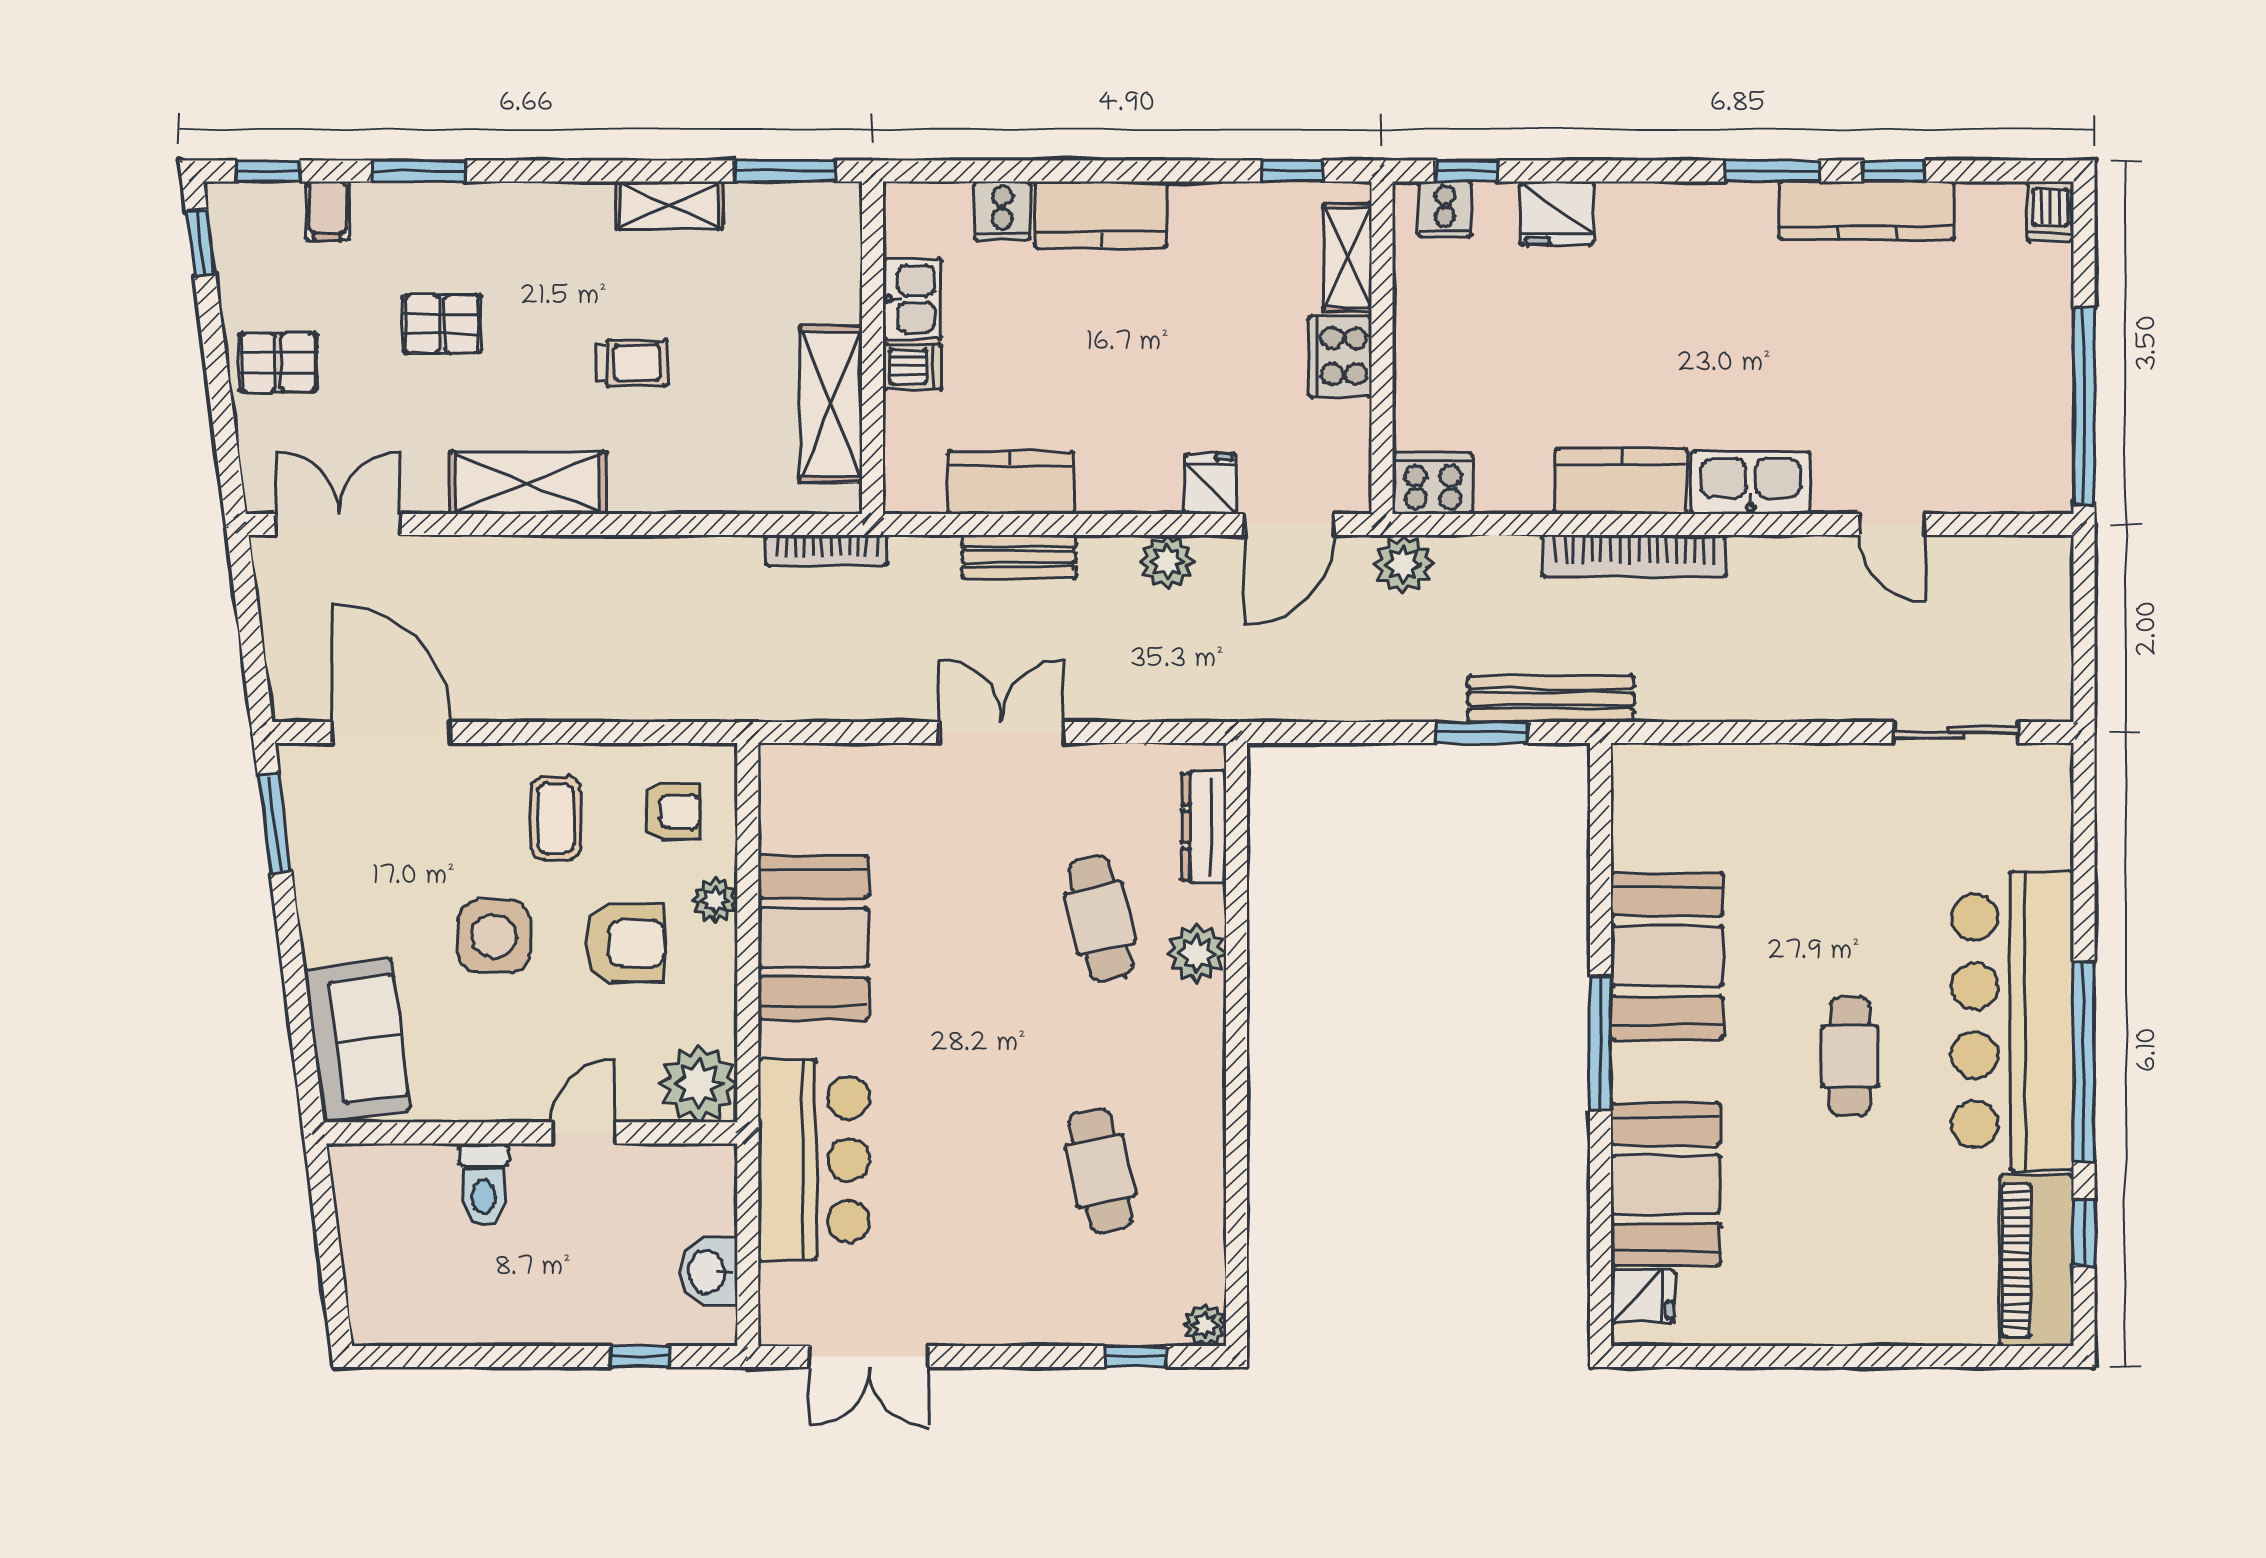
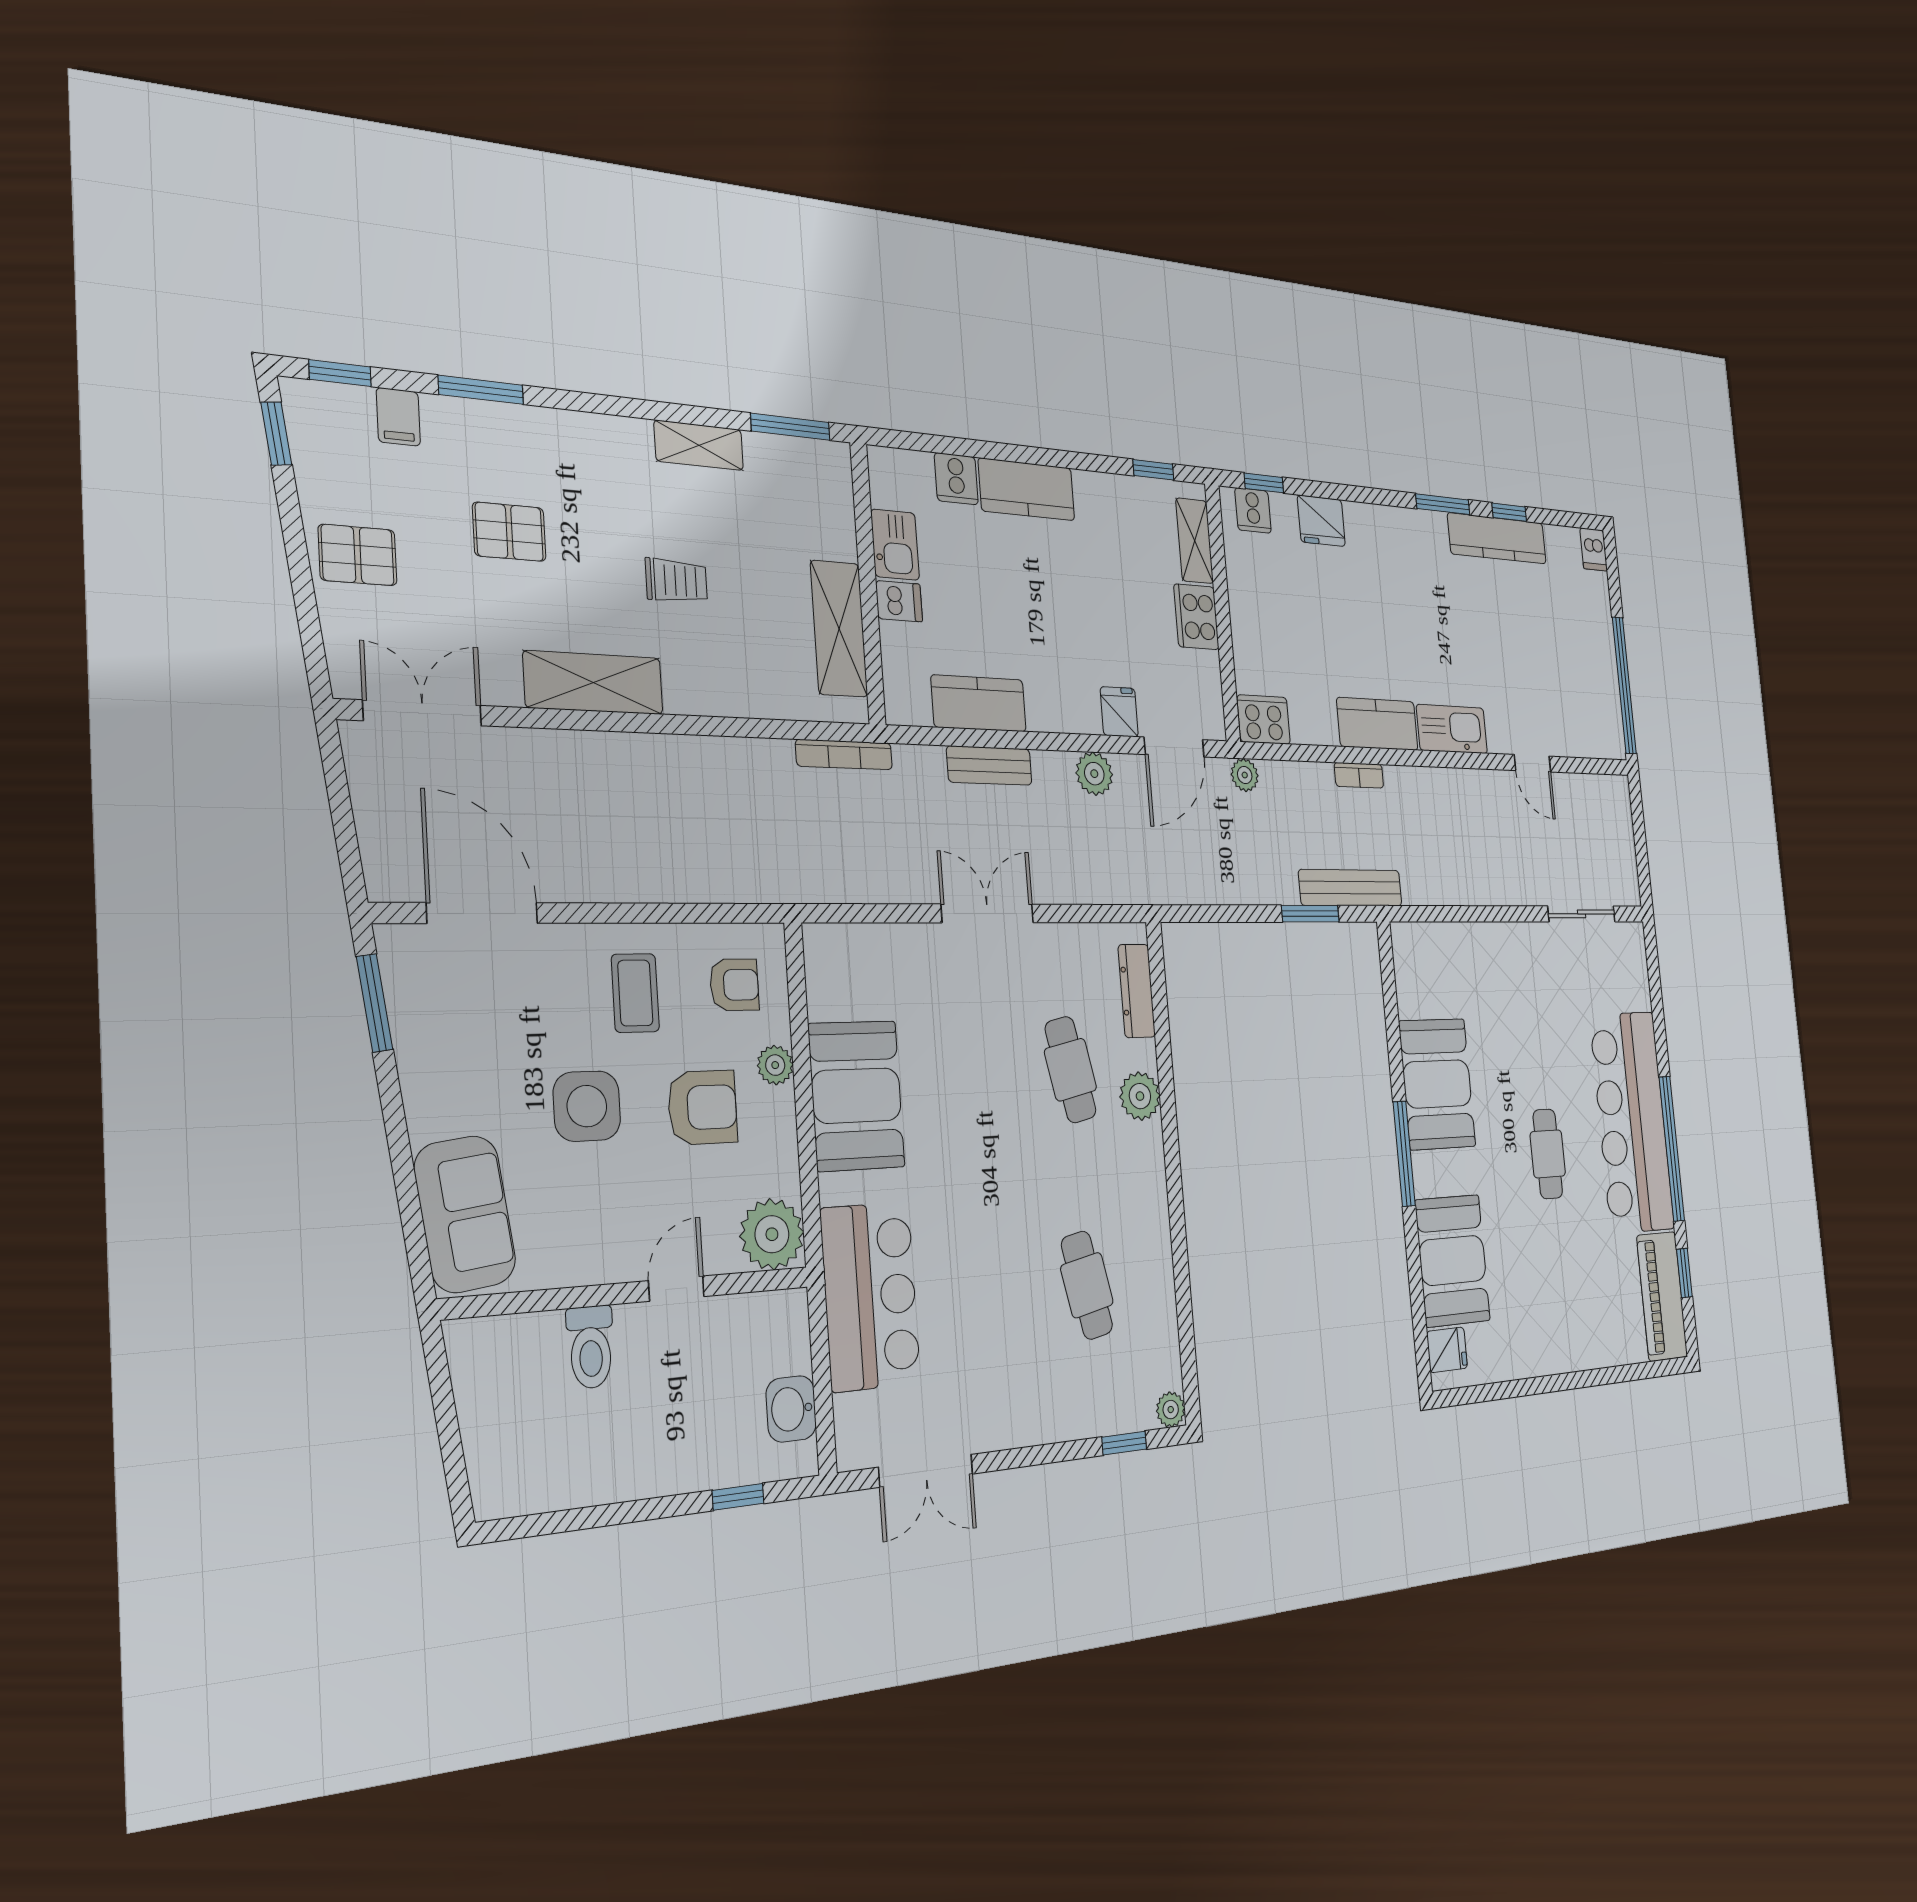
bookcase: (1634, 556) -> (1359, 775), width x0.43, depth x0.76
plant: (1403, 564) -> (1245, 775), width x0.73, depth x0.73

